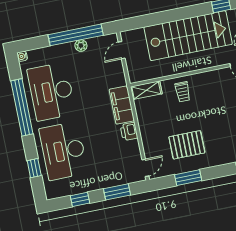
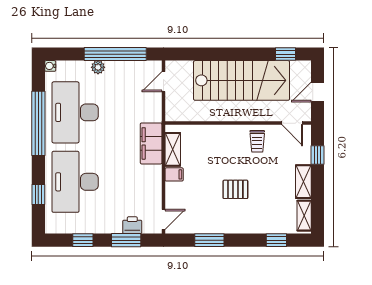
plant: (81, 46) -> (98, 67), moved
shelving: (146, 90) -> (173, 149), moved, turned 90
trolley: (183, 92) -> (257, 141), moved
filing cabinet: (147, 128) -> (174, 174), added
printer: (129, 131) -> (132, 225), moved, turned 90
pallet: (187, 145) -> (235, 189), moved, width x0.67, depth x0.71

